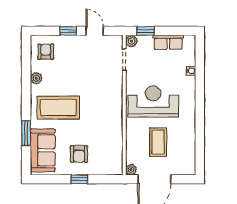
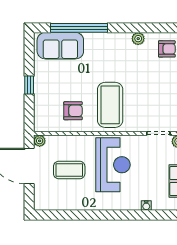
coffee table: (58, 107) -> (110, 105), moved
window: (26, 133) -> (79, 28), width x2.11
armchair: (79, 154) -> (73, 111), moved, turned 180

